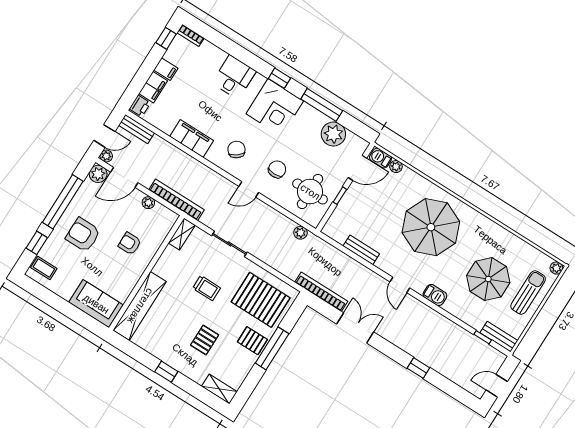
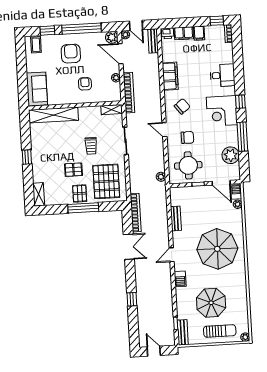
pallet: (205, 340) -> (73, 170), moved

